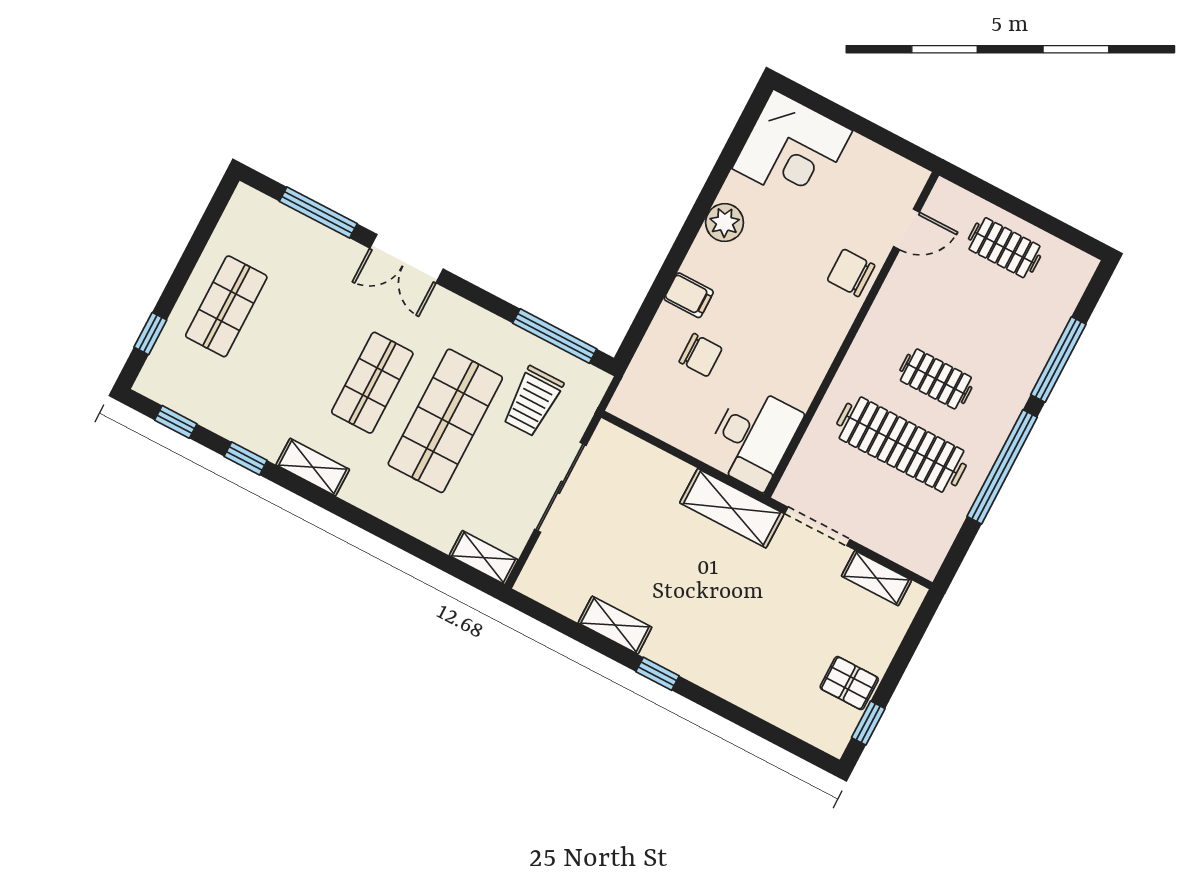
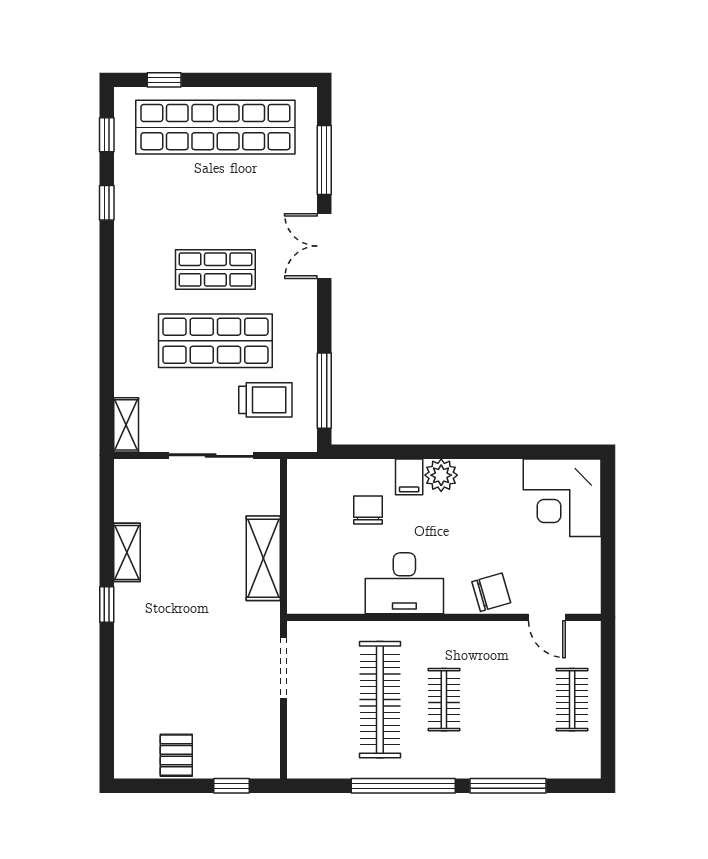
plant: (725, 223) -> (441, 475), moved
chair: (851, 273) -> (491, 592), turned 74
shop shelf: (226, 306) -> (215, 127), width x2.00, depth x1.36
chair: (701, 355) -> (368, 510), turned 180
trolley: (533, 401) -> (265, 400), turned 180
desk: (753, 438) -> (404, 583), moved
shelving: (313, 467) -> (127, 258), removed
shelving: (732, 508) -> (263, 558), moved
shelving: (877, 578) -> (268, 734), removed
window: (868, 723) -> (231, 786), moved

